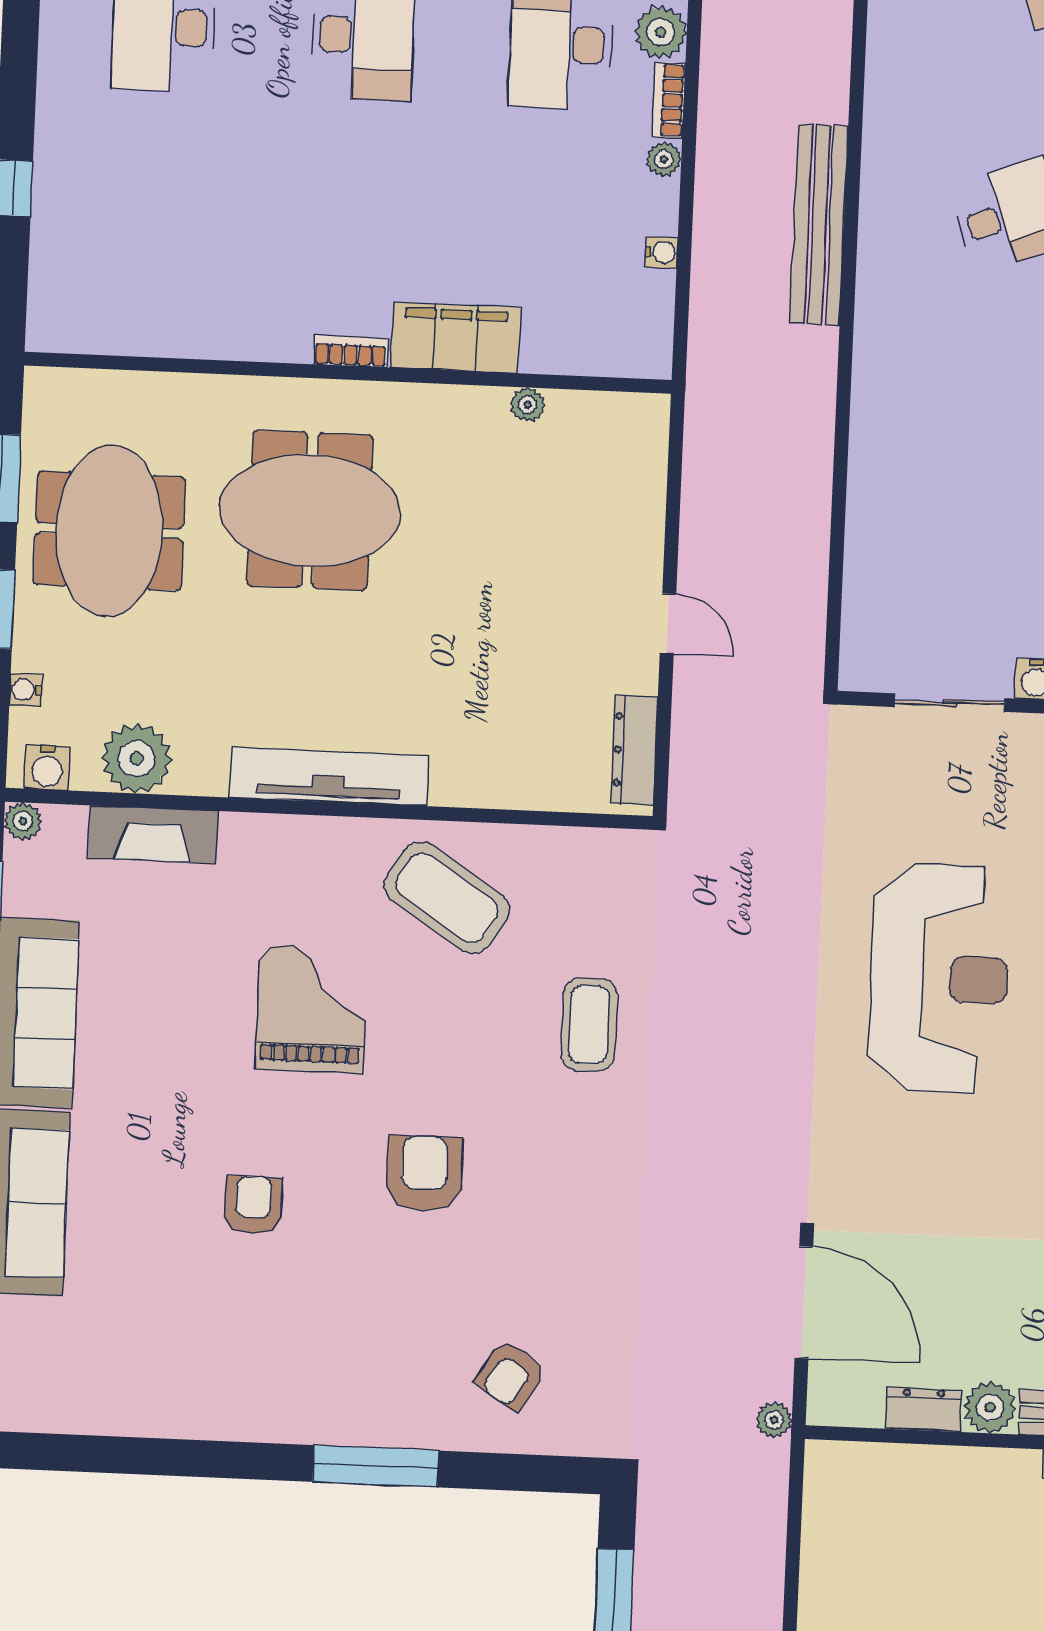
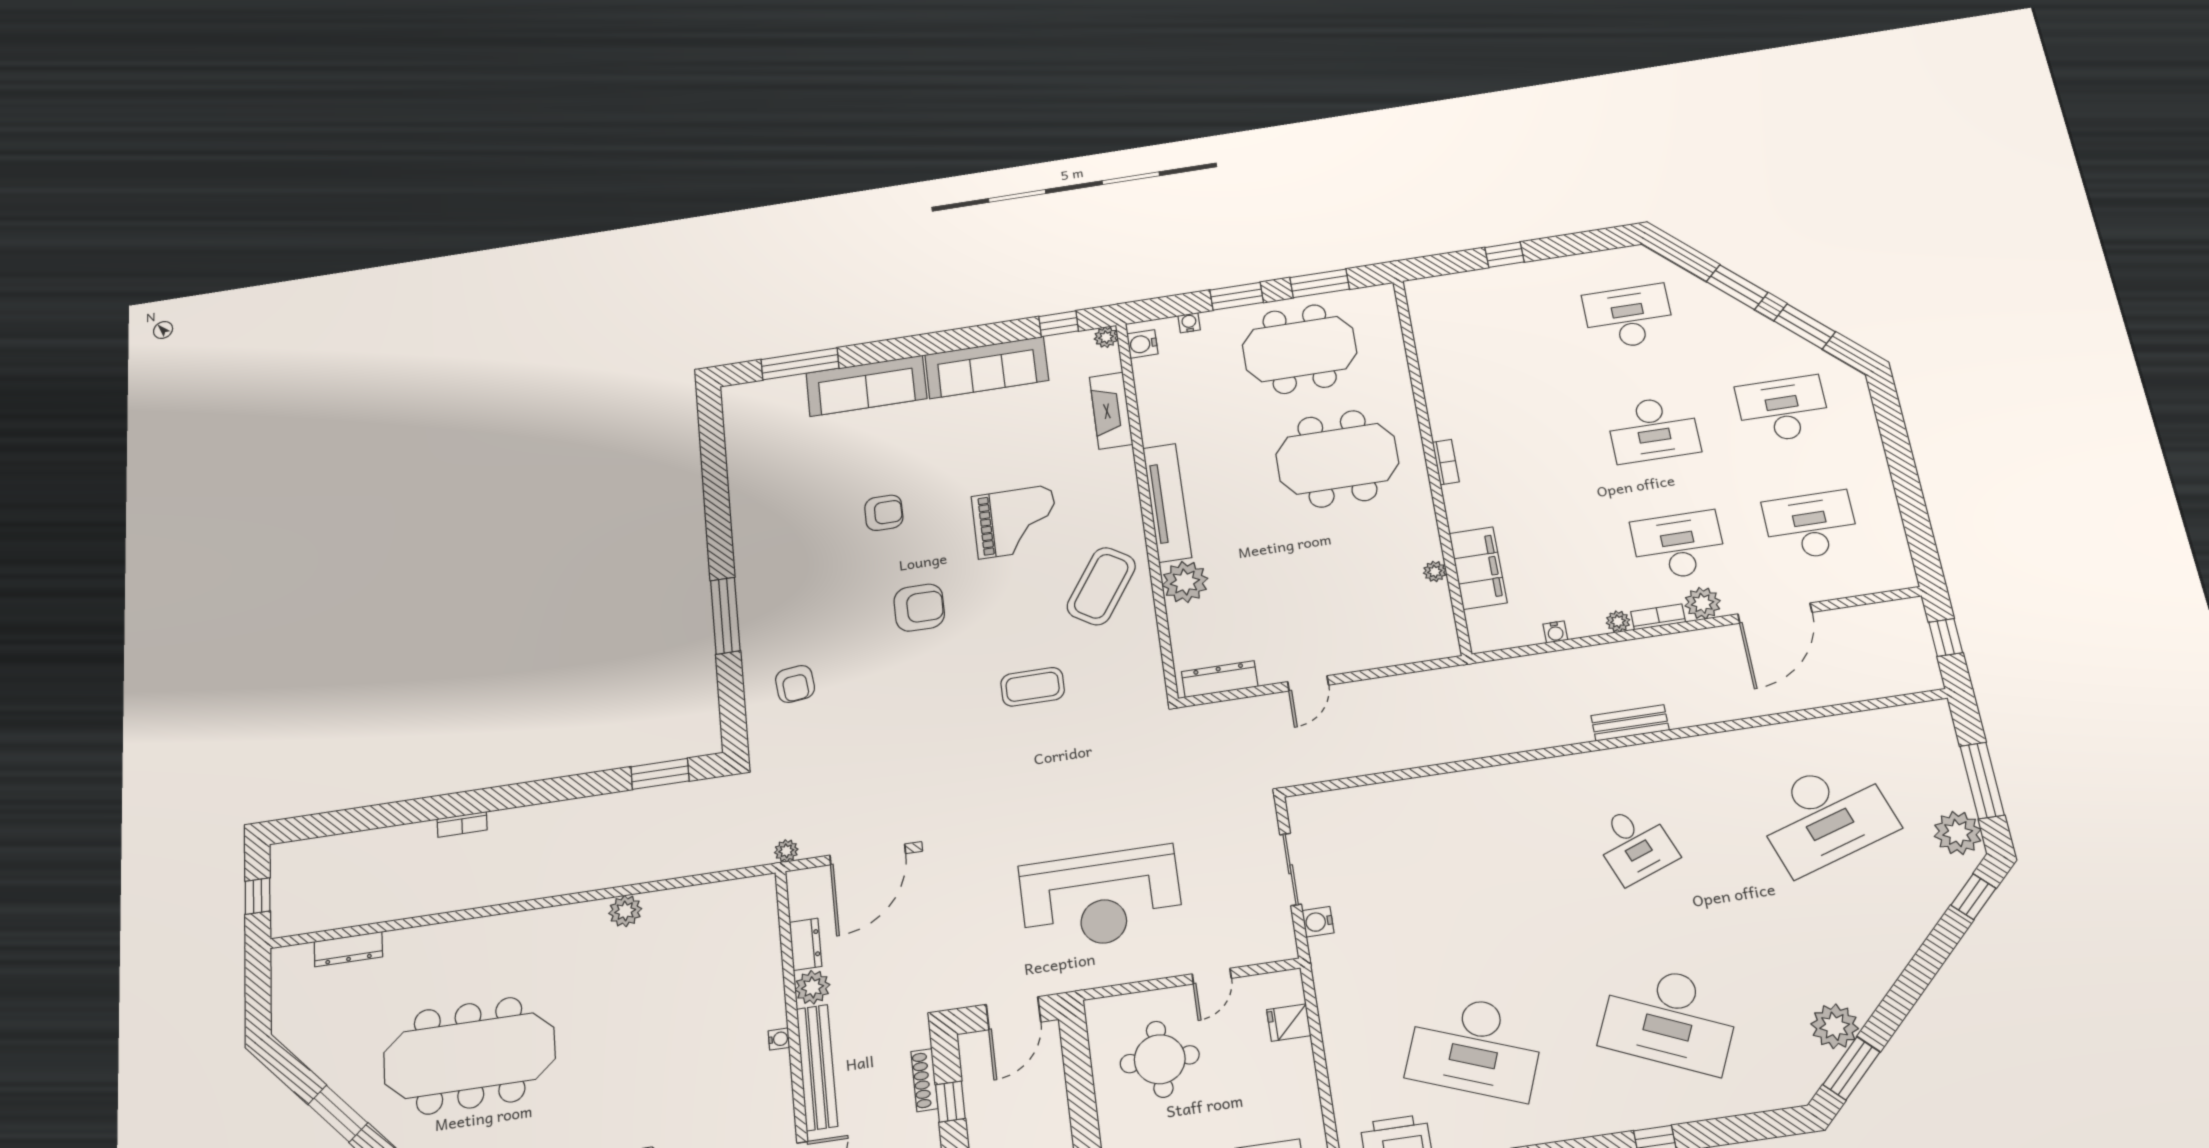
bench: (819, 225) -> (1630, 723), width x0.54, depth x0.82
filing cabinet: (456, 338) -> (1478, 568), moved
meeting table: (310, 510) -> (1337, 459), turned 90
plant: (137, 759) -> (1185, 582), moved
armchair: (511, 1375) -> (795, 684), turned -128

